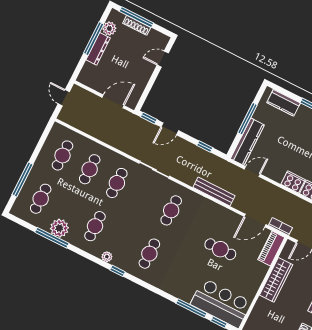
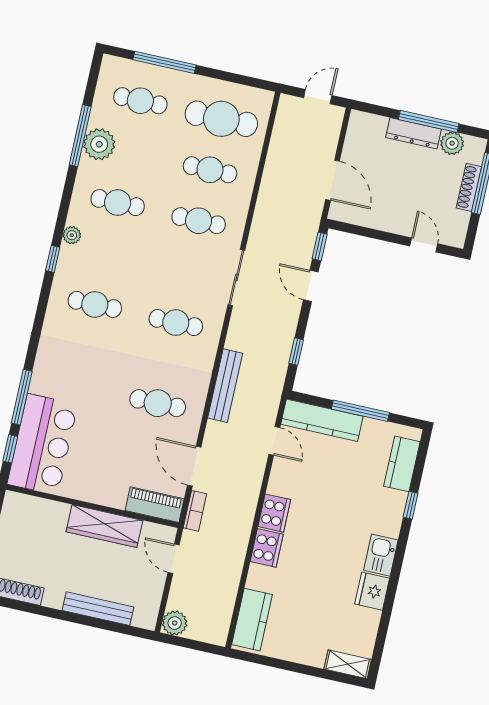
cafe table: (62, 155) -> (221, 119), width x1.37, depth x1.35
cafe table: (220, 249) -> (158, 403), moved, turned 90

